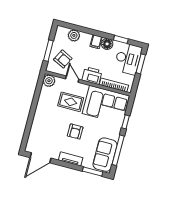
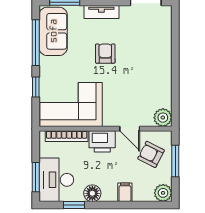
plant: (74, 35) -> (163, 193), moved
filing cabinet: (96, 42) -> (125, 192), moved
rug: (71, 102) -> (123, 95), removed

